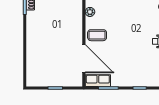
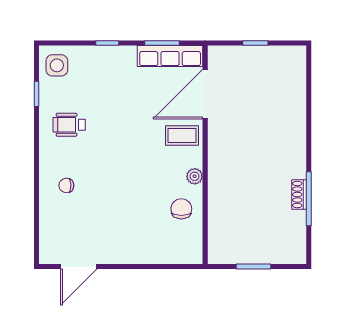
door: (84, 59) -> (205, 94), hinge flipped
row of seats: (98, 81) -> (170, 56), width x1.48

